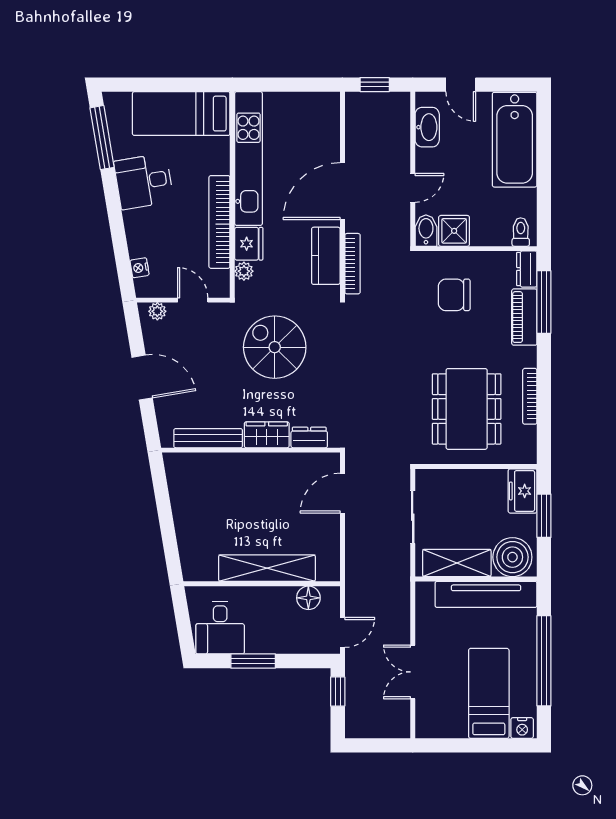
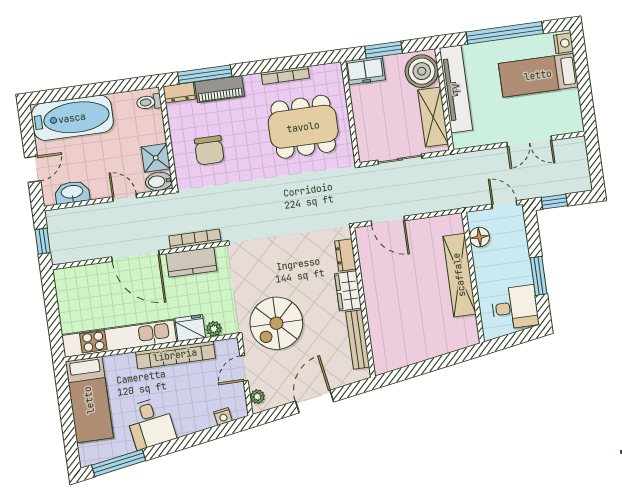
spiral stairs: (275, 347) -> (276, 323), moved

